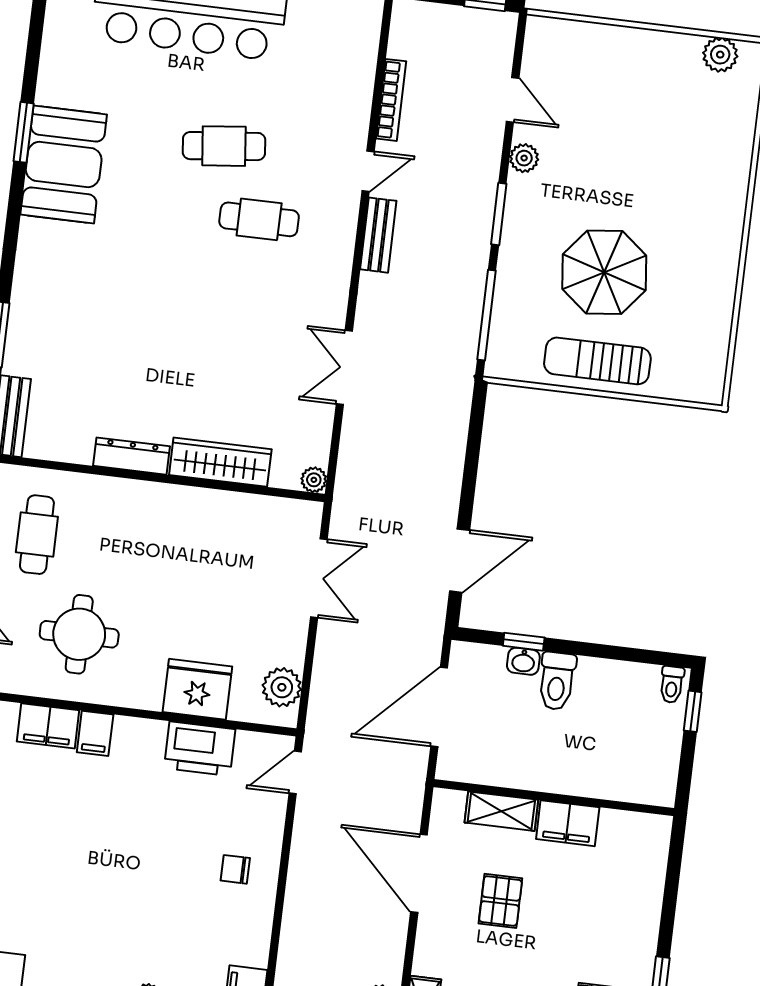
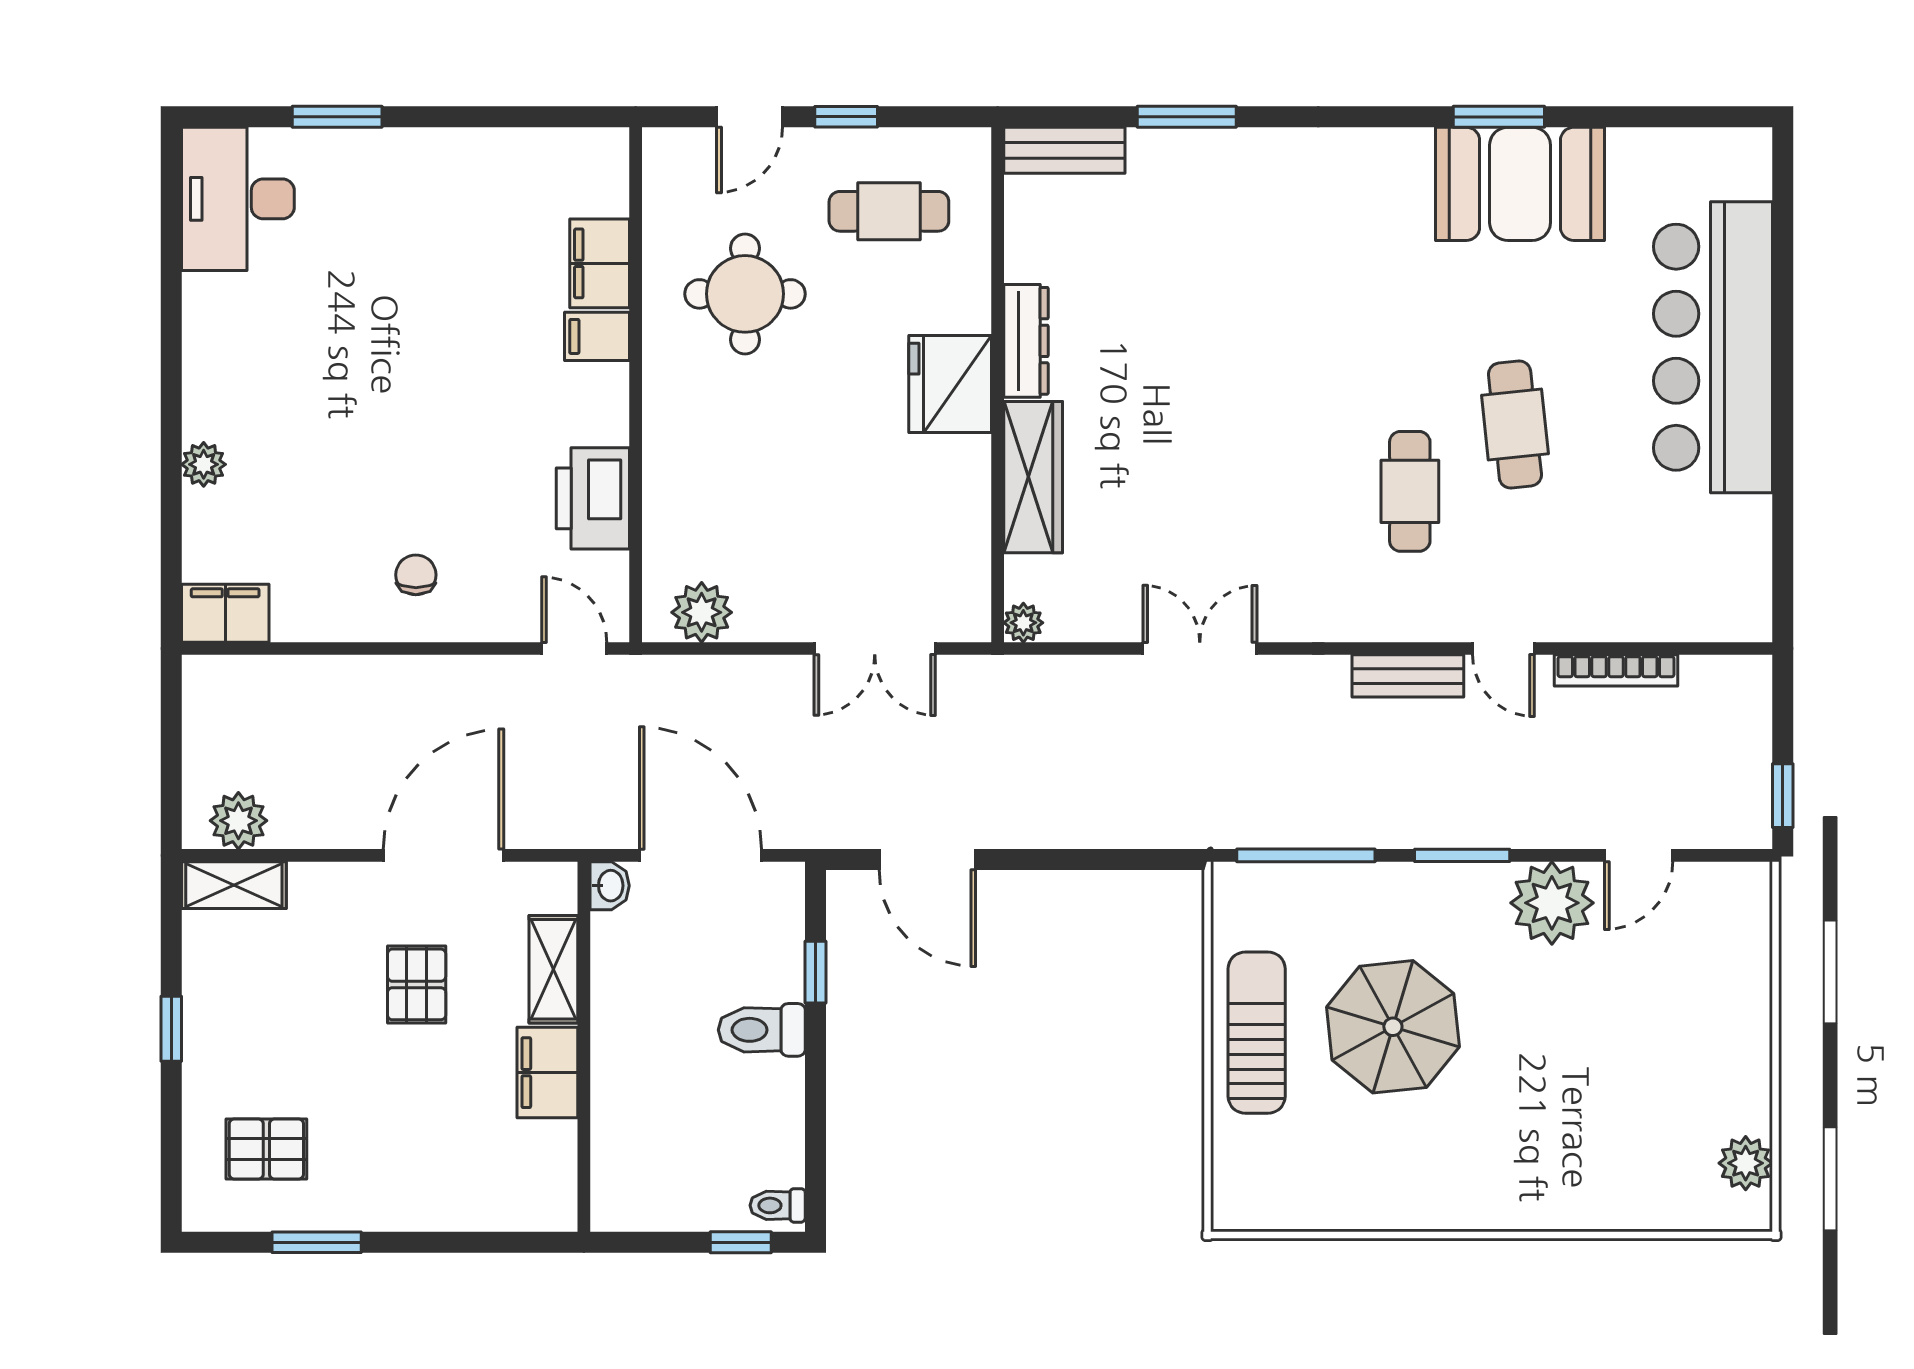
plant: (524, 158) -> (1552, 903), width x1.88, depth x1.88
booth: (64, 165) -> (1520, 184), moved
washbasin: (523, 661) -> (610, 886), moved, turned 180
fridge: (197, 689) -> (950, 384), moved, turned 180
pallet: (500, 901) -> (417, 984), turned 90

